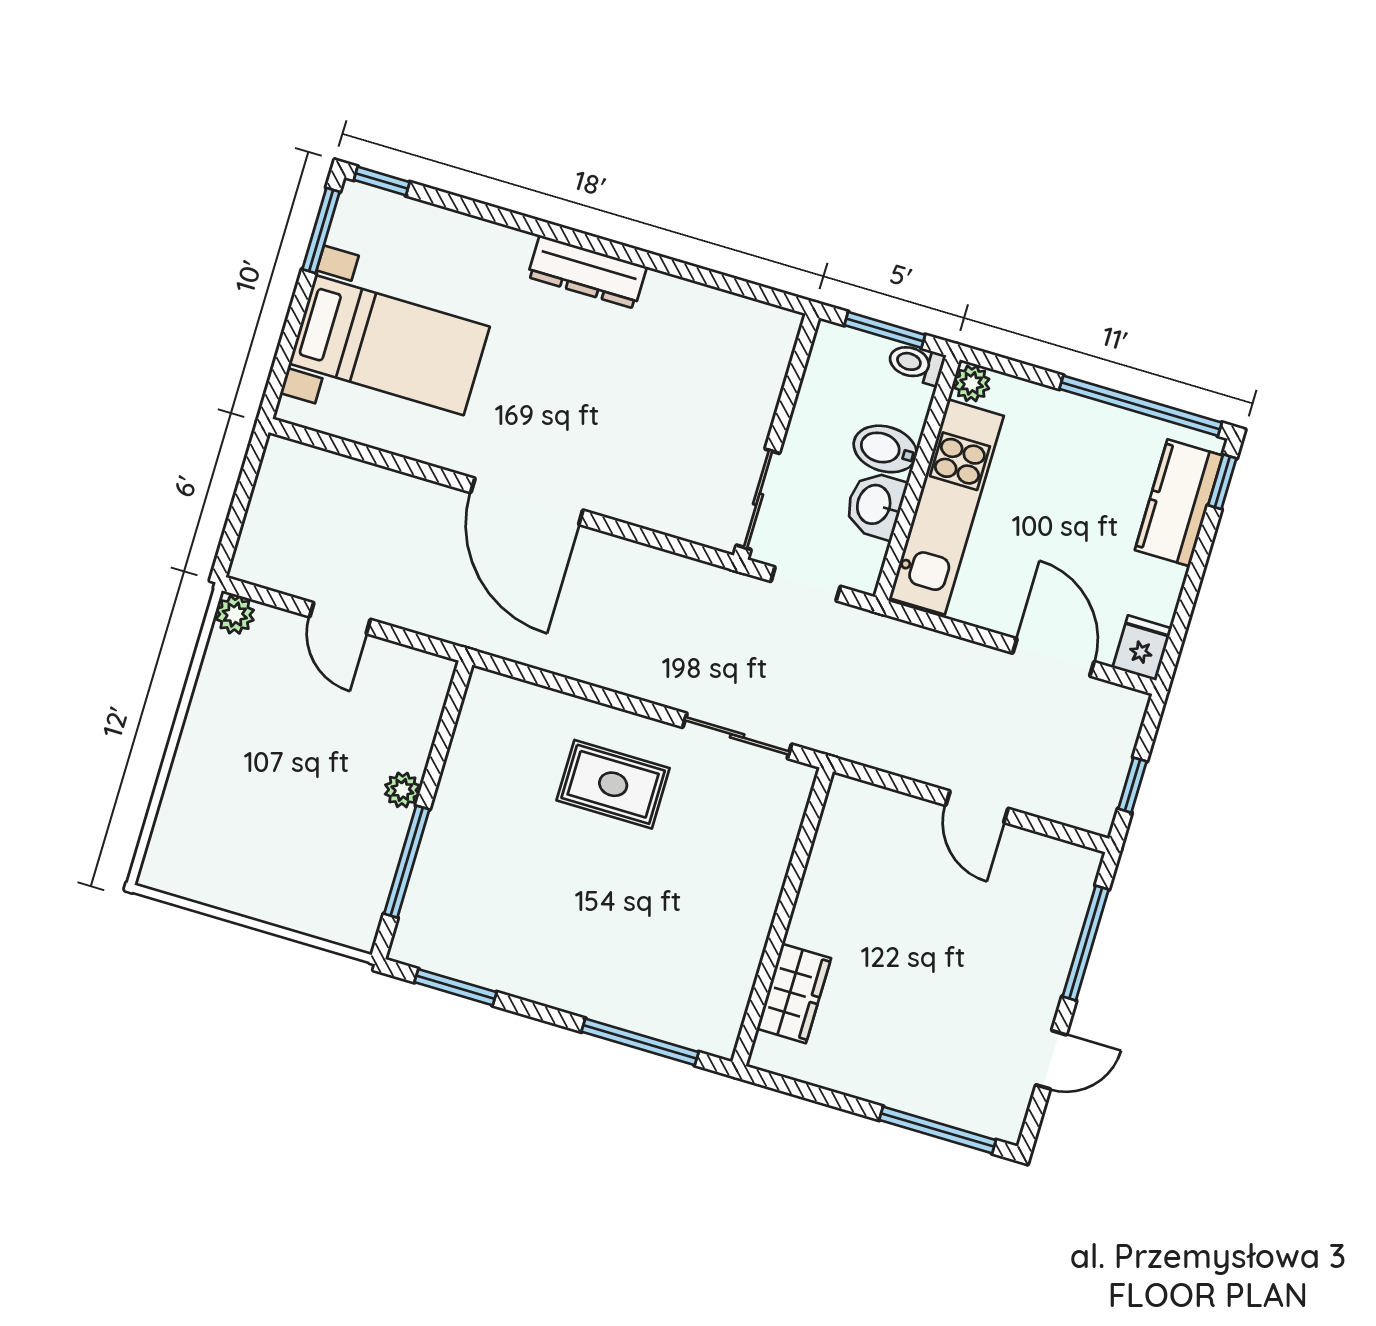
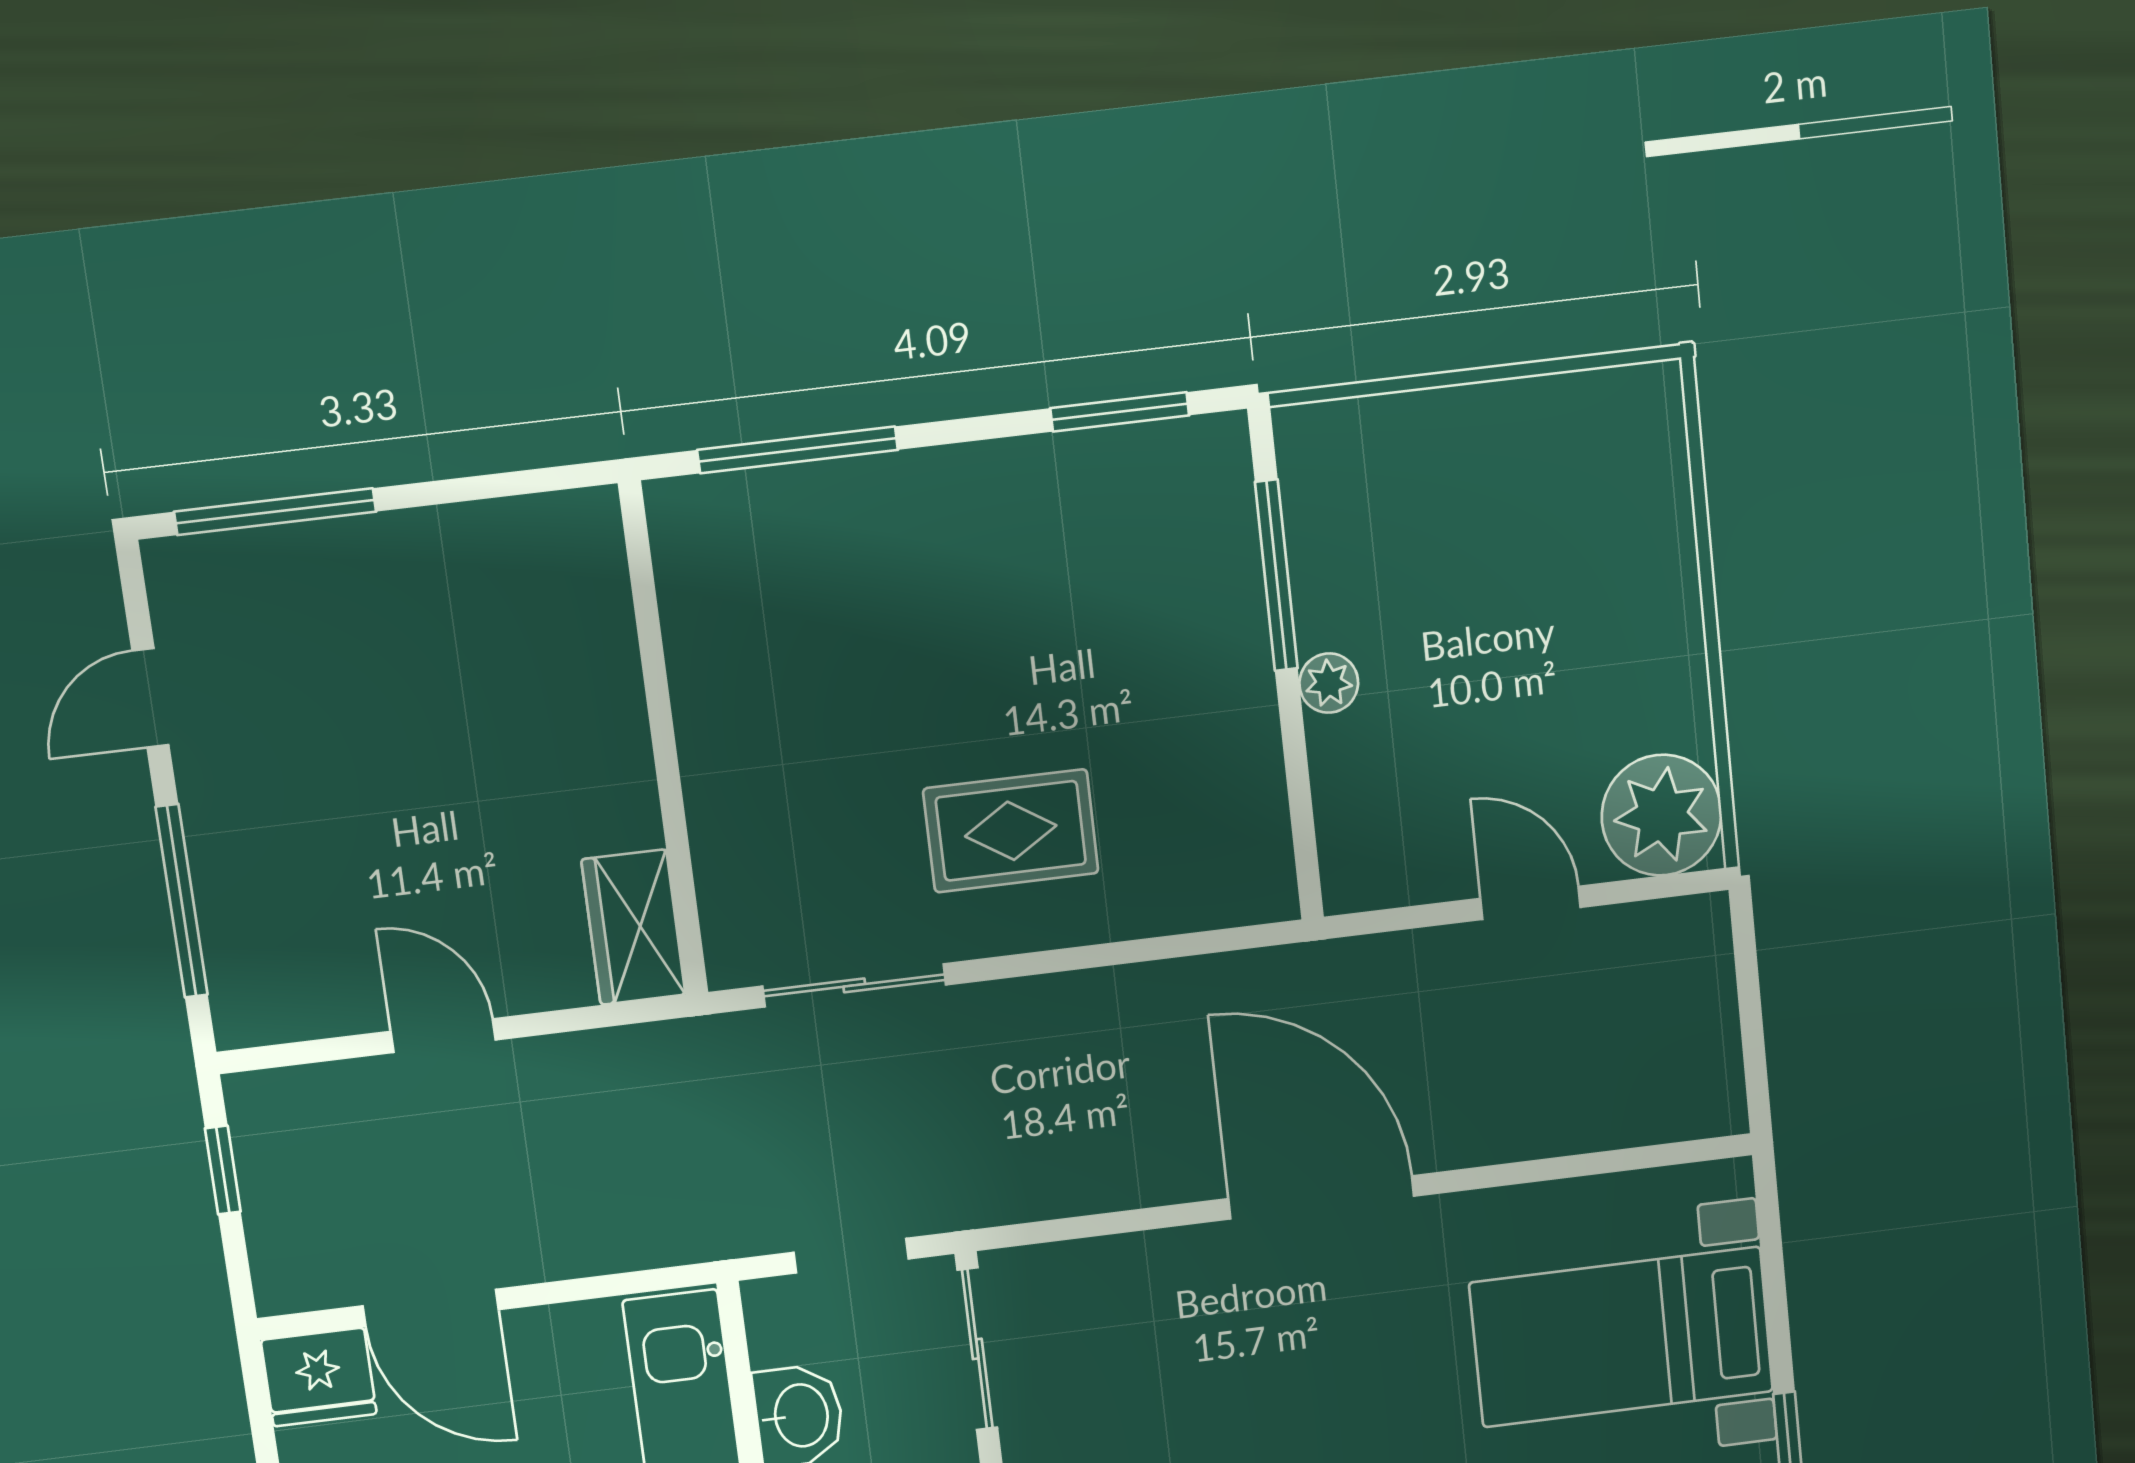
plant: (235, 615) -> (1662, 815), width x1.88, depth x1.88
fridge: (1142, 648) -> (319, 1377), width x1.38
wardrobe: (794, 993) -> (633, 927), moved

